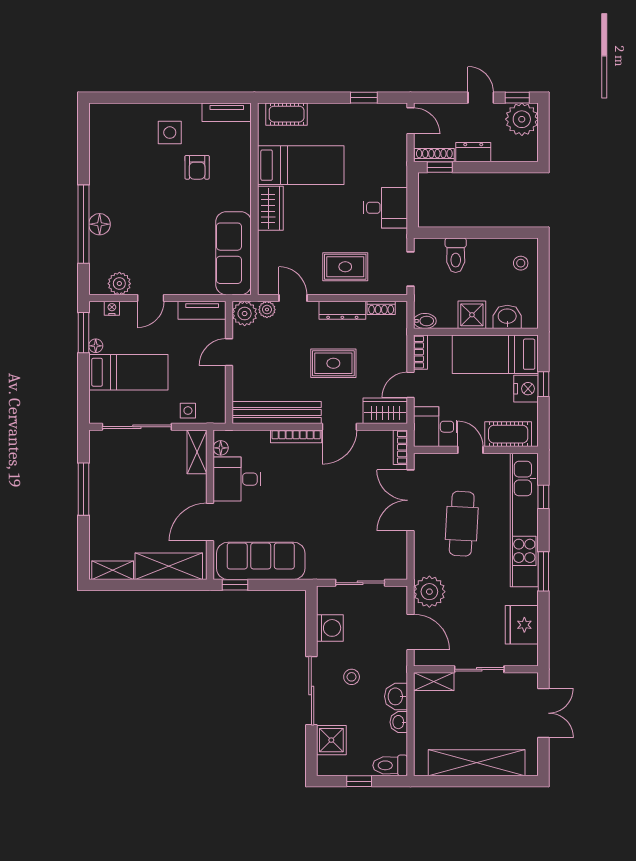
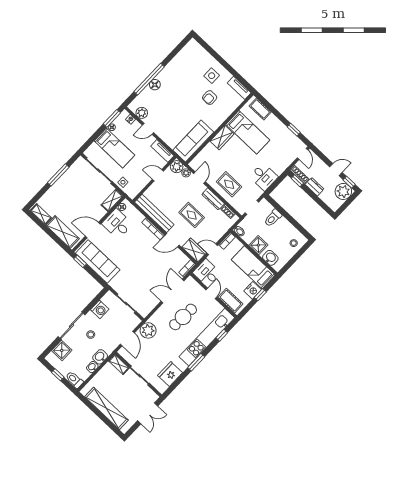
door: (481, 98) -> (336, 170), hinge flipped

